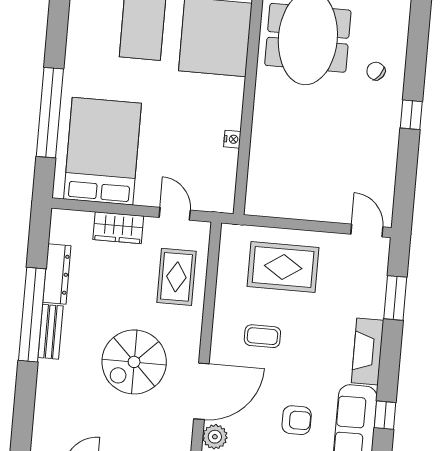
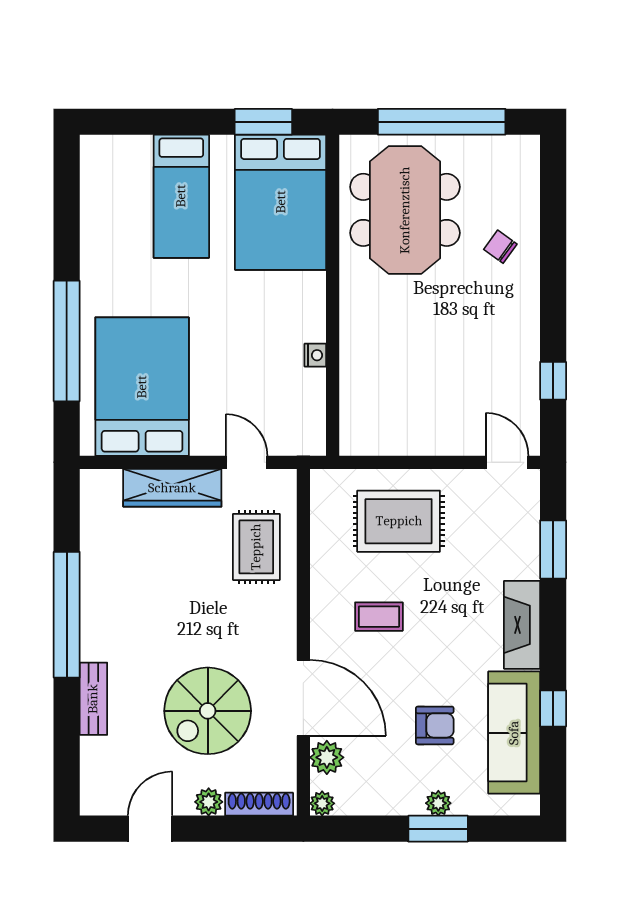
window: (411, 115) -> (553, 381), moved
wardrobe: (118, 228) -> (172, 488), width x1.50
dresser: (57, 274) -> (95, 557), removed
bench: (51, 332) -> (93, 699), moved
spiral stairs: (134, 362) -> (208, 711), moved
door: (201, 391) -> (303, 698), hinge flipped

